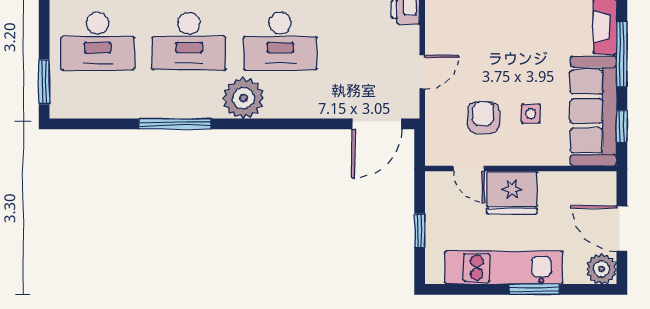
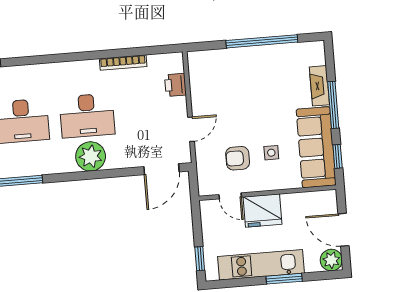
plant: (243, 98) -> (91, 156), moved
armchair: (483, 117) -> (238, 158), turned -90
window: (420, 230) -> (200, 259), moved

